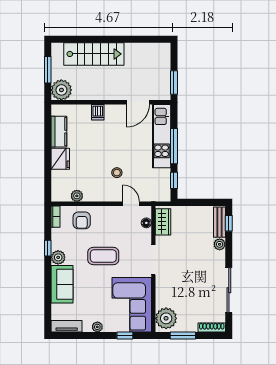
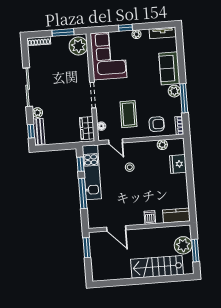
plant: (61, 90) -> (183, 245), moved
door: (138, 102) -> (116, 228), swing flipped
kitchen counter: (59, 132) -> (176, 216), moved, turned 90
kitchen unit: (162, 136) -> (92, 172), moved
fridge: (60, 159) -> (178, 164), moved
armchair: (82, 220) -> (157, 124), turned 90
window: (48, 248) -> (184, 98), width x2.17
coffee table: (103, 256) -> (128, 114), moved, turned 90
sliding door: (229, 290) -> (28, 87), moved
window: (125, 335) -> (125, 28), moved

